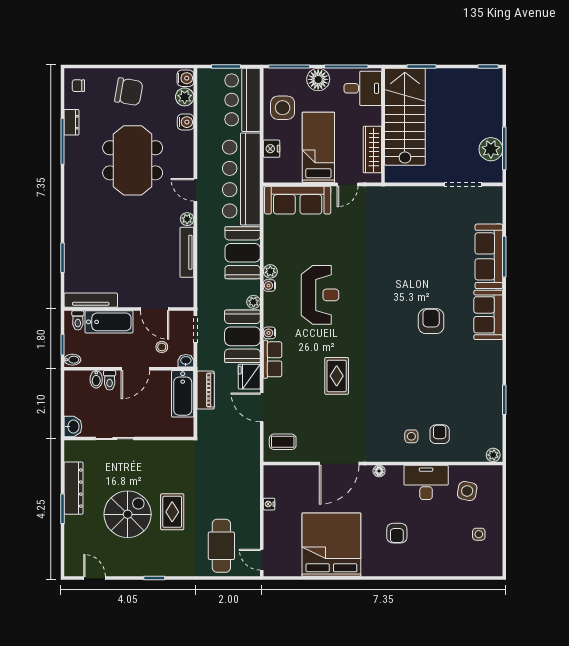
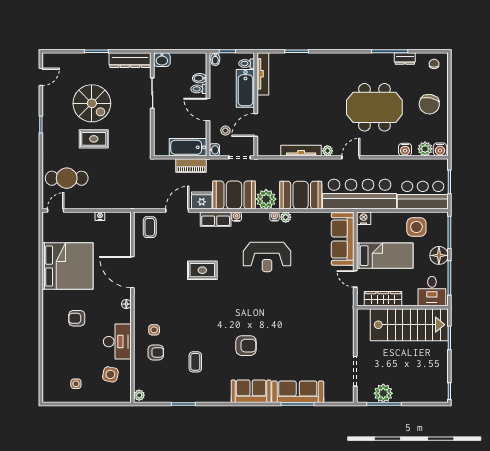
nightstand: (272, 149) -> (364, 218), moved
plant: (253, 302) -> (266, 199), width x1.88, depth x1.88
coffee table: (451, 385) -> (195, 362), added
dresser: (74, 488) -> (130, 60), moved

